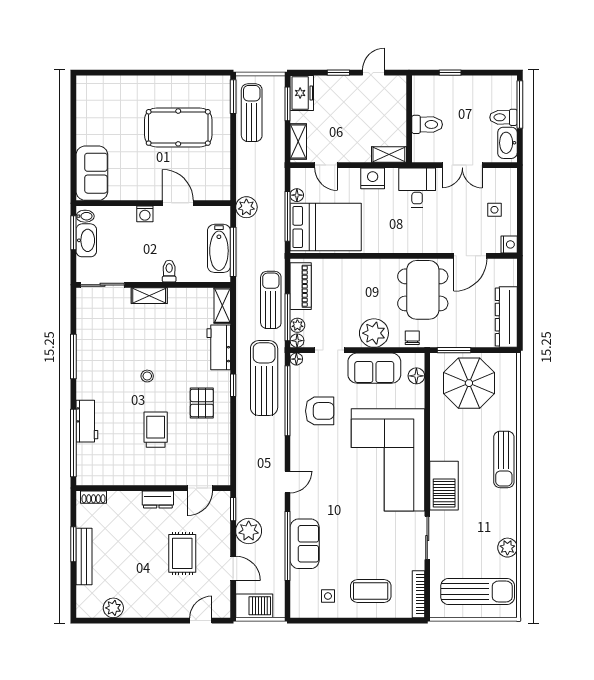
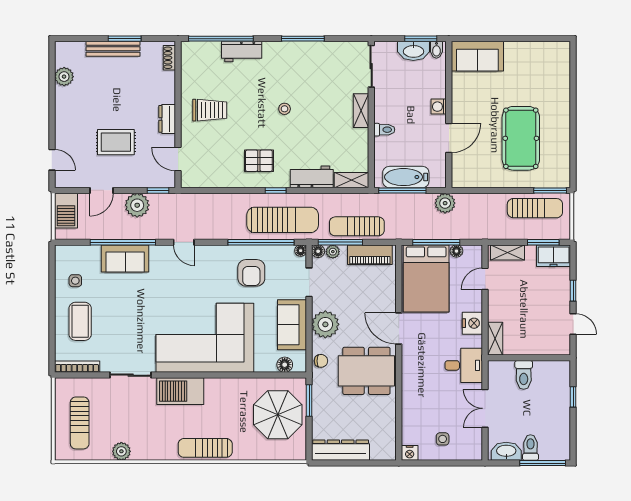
door: (470, 256) -> (399, 328), moved
sun lounger: (271, 300) -> (357, 226), turned 180
trolley: (156, 430) -> (210, 110), moved
sun lounger: (478, 591) -> (80, 423), width x0.73, depth x0.75

